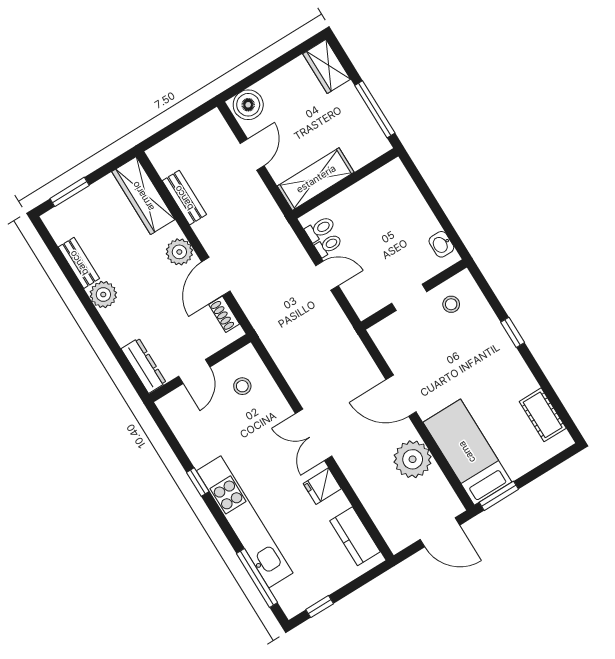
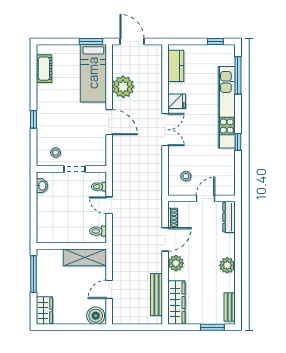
bench: (184, 198) -> (156, 294), width x1.36
toilet: (328, 245) -> (99, 187), moved
bench: (79, 263) -> (230, 307), moved

